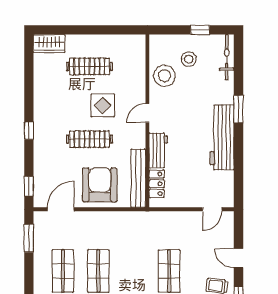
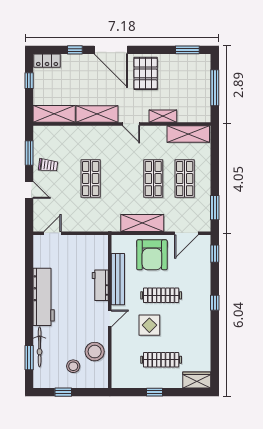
window: (97, 30) -> (154, 392), added
bicycle: (227, 57) -> (40, 347), moved
window: (238, 109) -> (29, 358), moved
bench: (138, 178) -> (118, 279), moved
locker: (157, 184) -> (102, 256), removed
shelving: (111, 221) -> (142, 223), added

